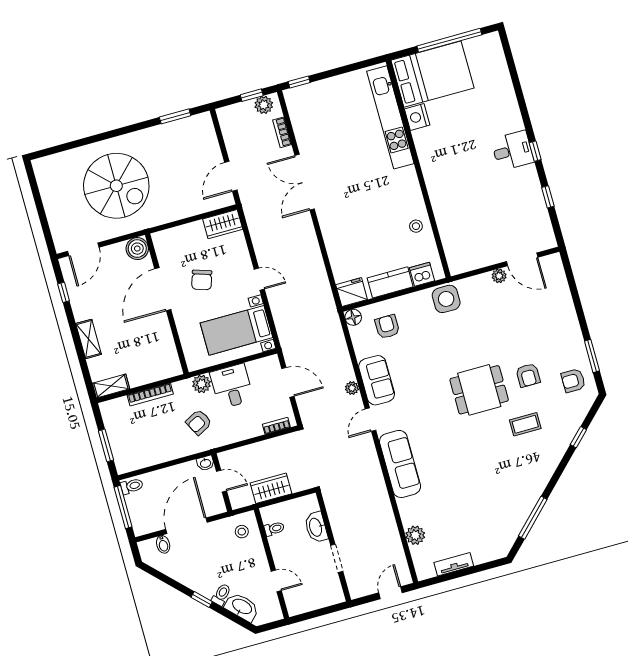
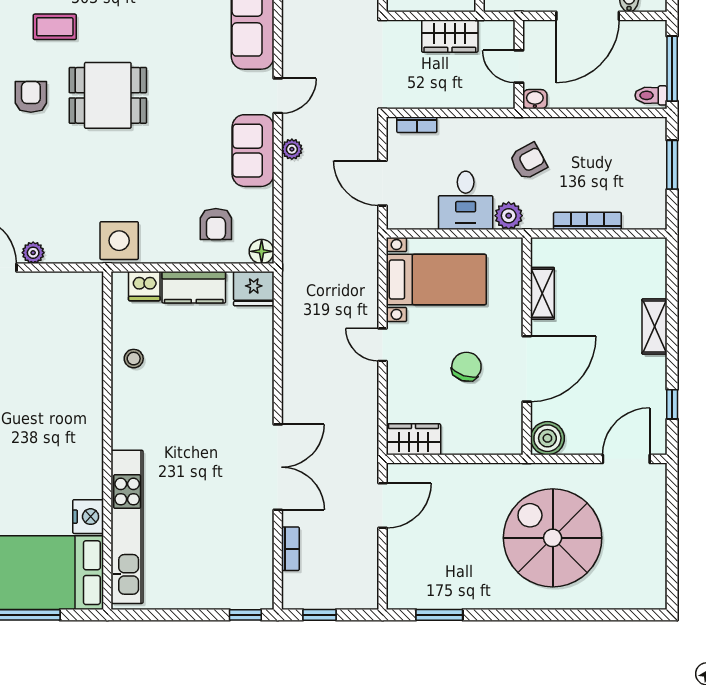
plant: (264, 105) -> (306, 596), removed
shelving: (111, 386) -> (542, 293), moved, turned 90

